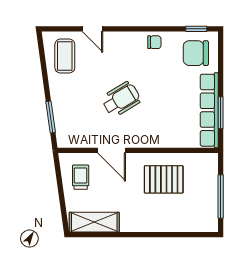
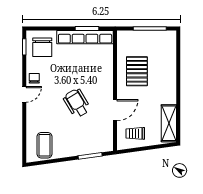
door: (93, 29) -> (24, 94), moved
coffee table: (65, 56) -> (44, 145), turned 90

